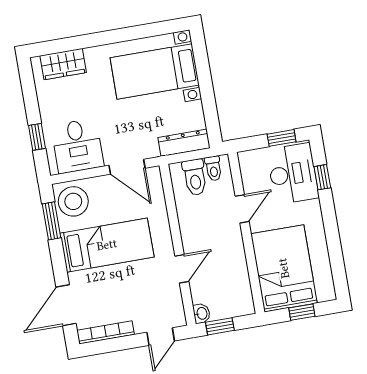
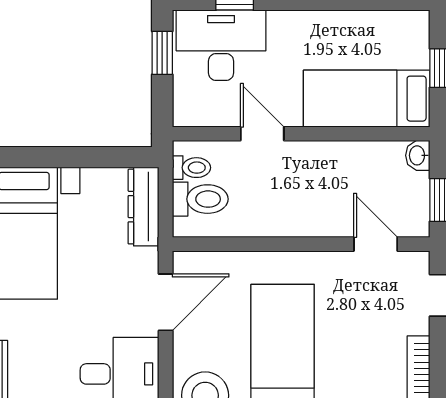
bed: (284, 268) -> (367, 99), width x0.67
door: (182, 269) -> (376, 244), moved
washbasin: (202, 313) -> (418, 155), moved, turned -90

